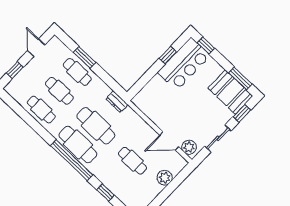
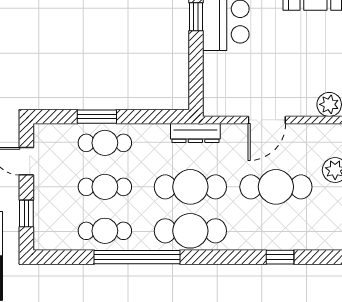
dresser: (117, 102) -> (195, 133), width x1.44
door: (169, 141) -> (267, 120), moved
window: (72, 160) -> (137, 257), moved
cafe table: (132, 161) -> (276, 187), width x1.37, depth x1.35

